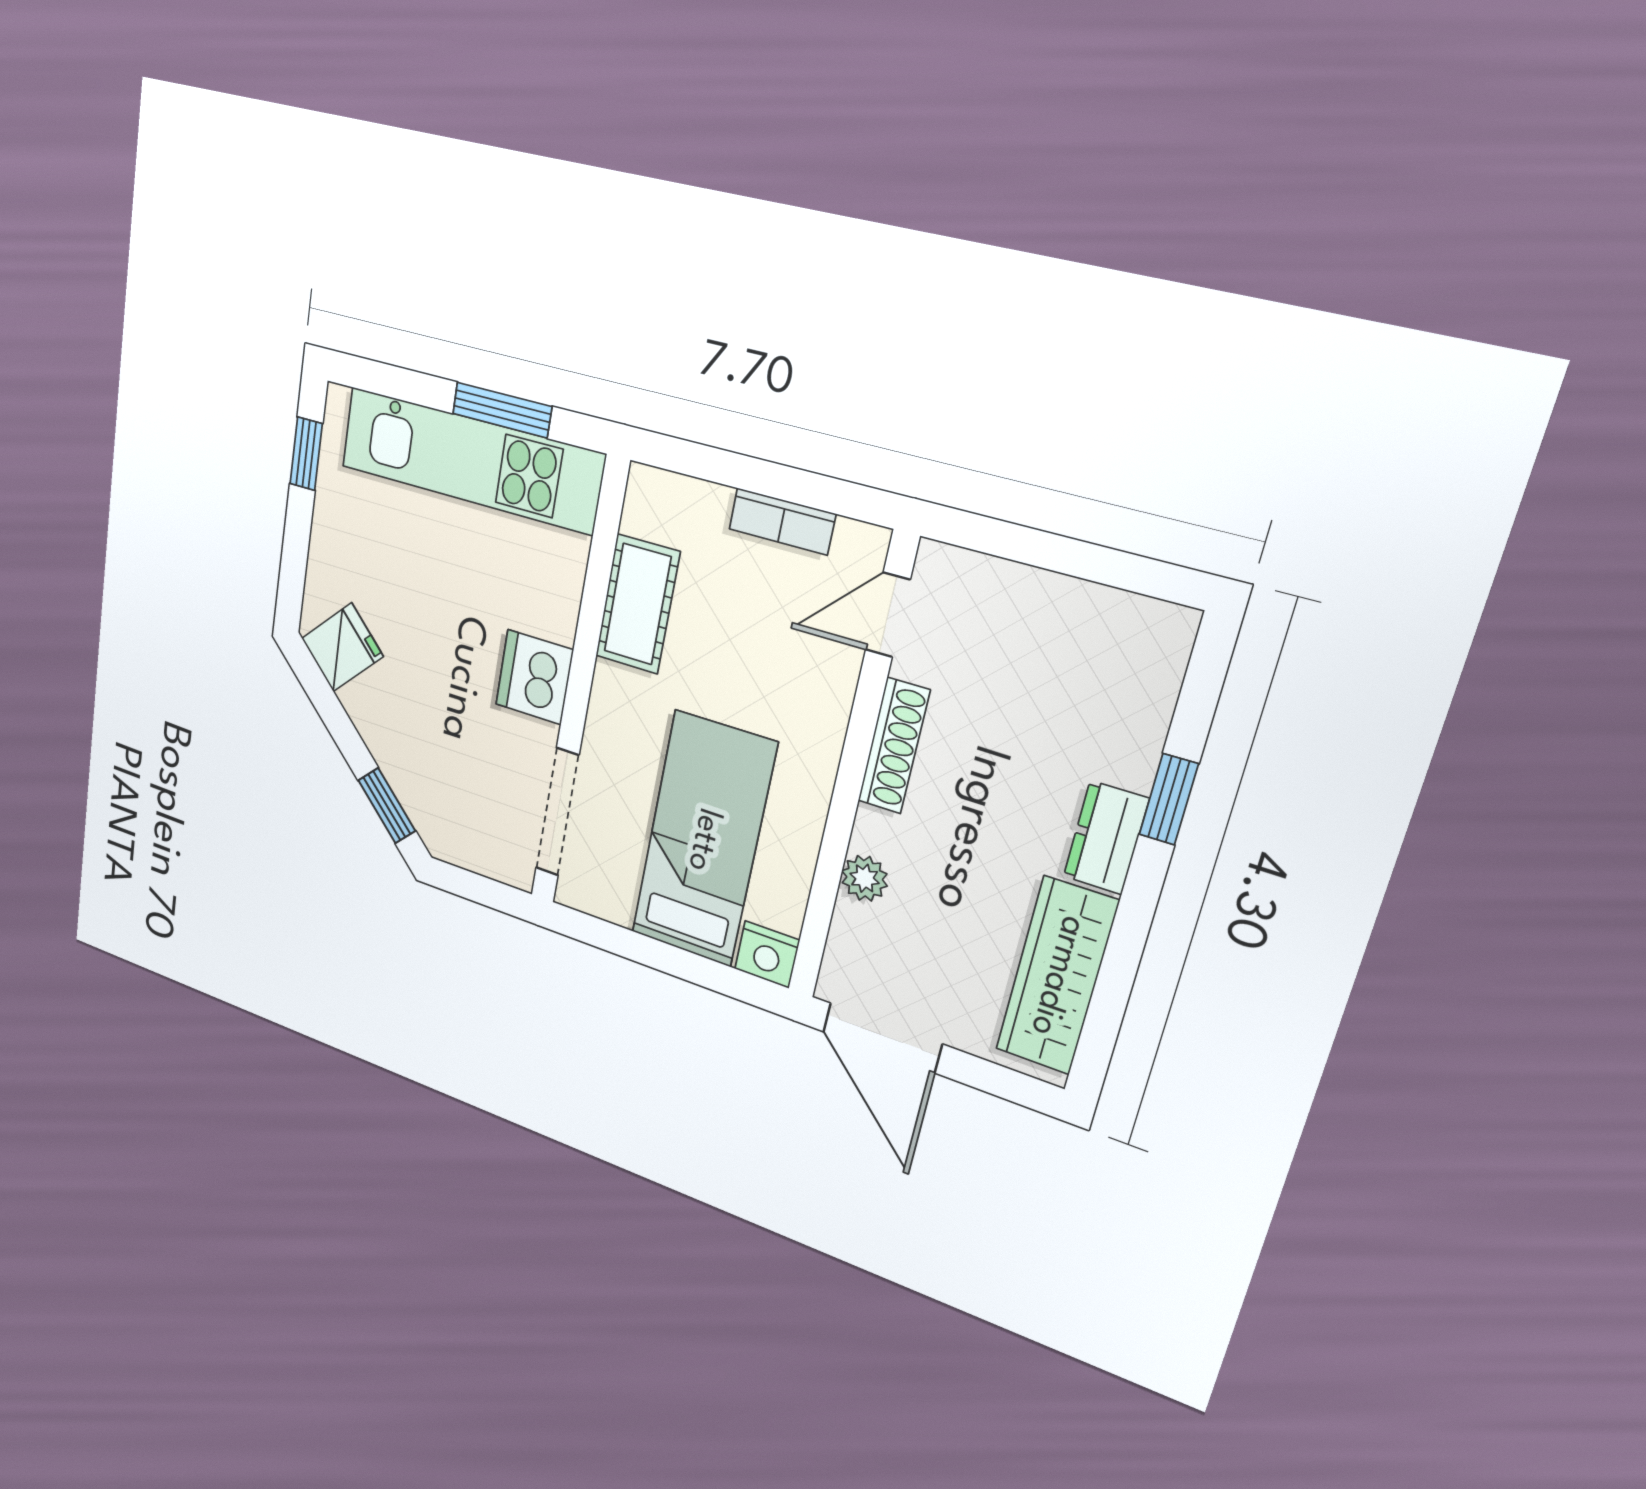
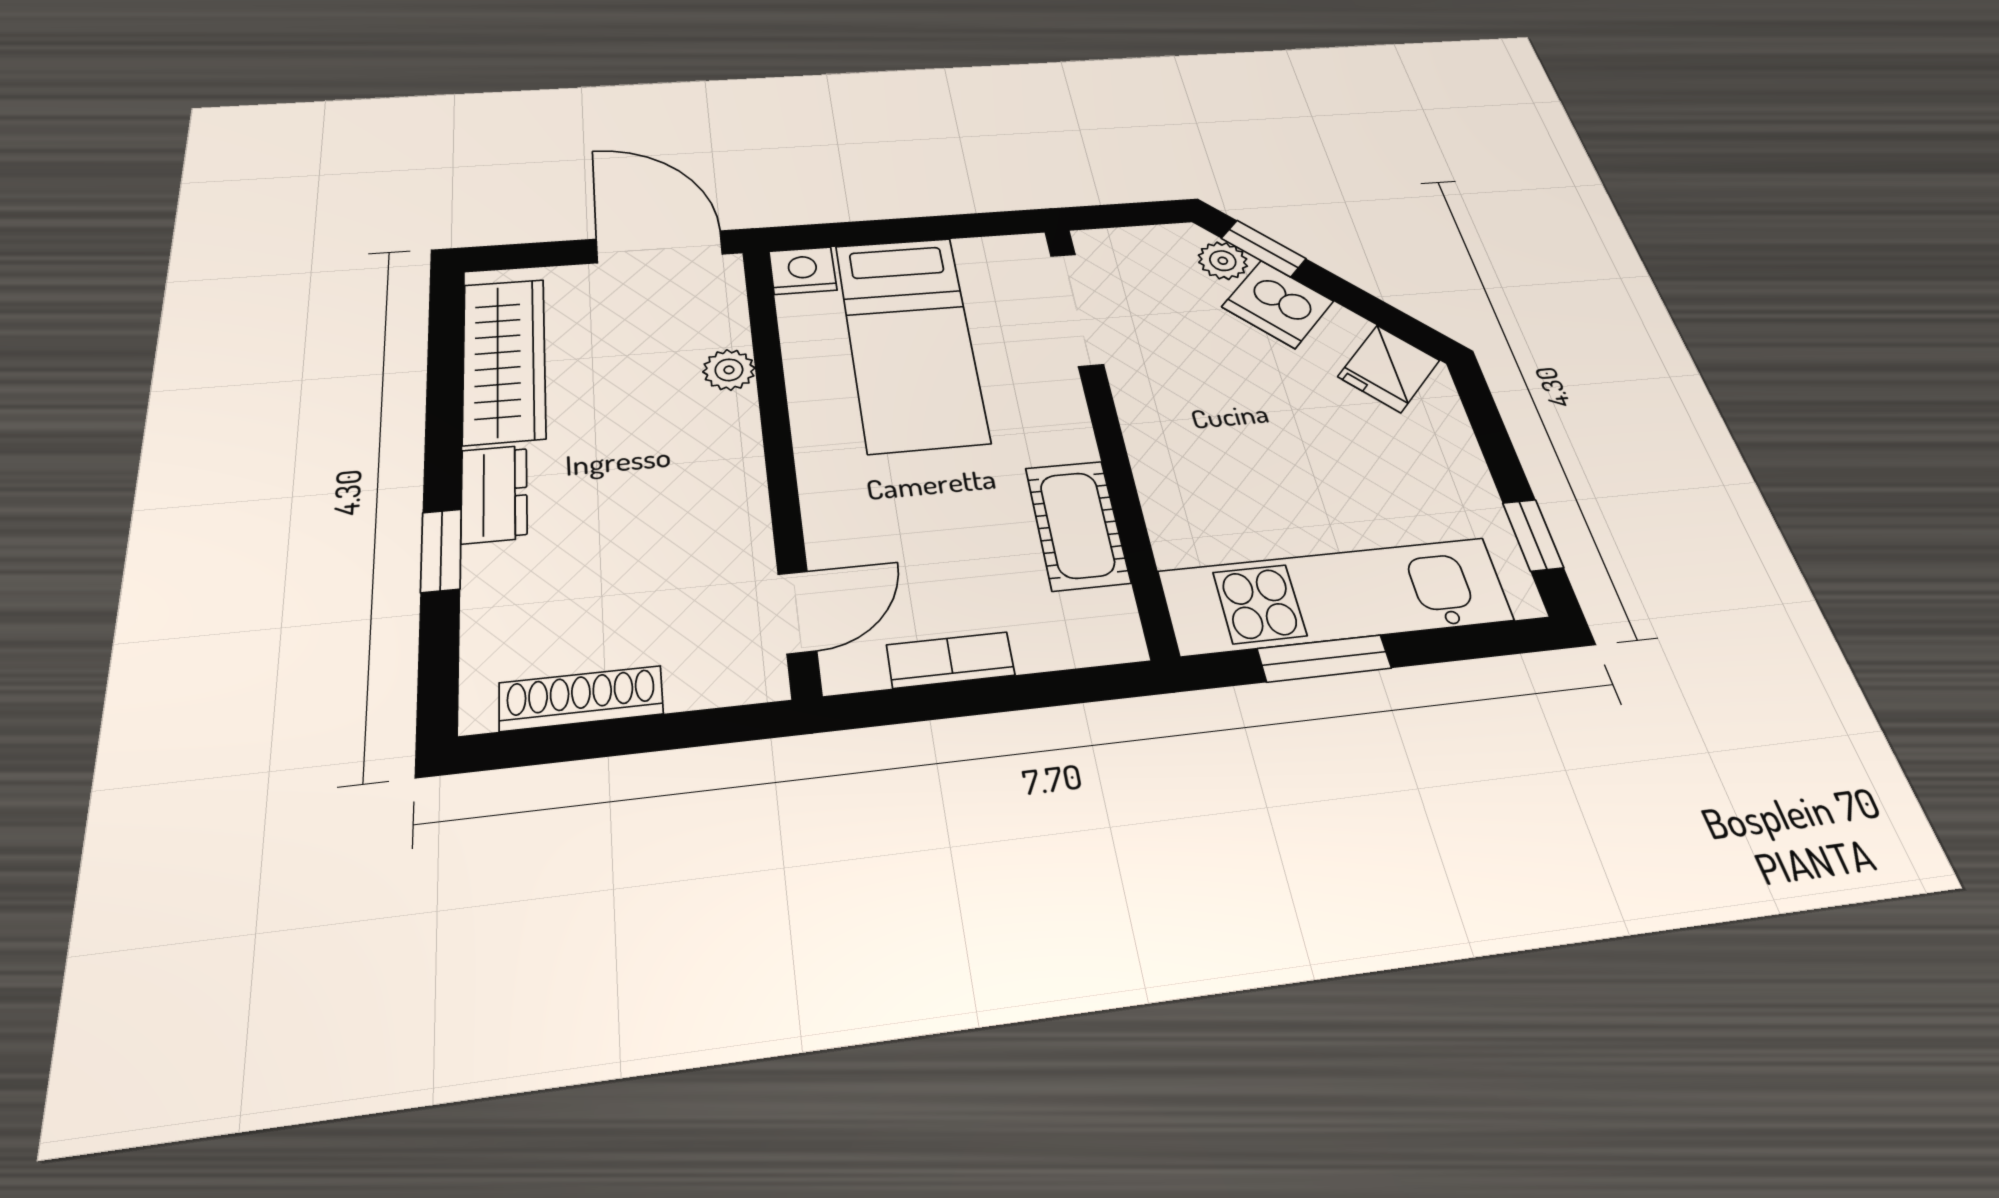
dishwasher: (534, 677) -> (1278, 304), moved, turned 135
shoe rack: (894, 746) -> (581, 698), moved, turned 90
plant: (423, 808) -> (1223, 261), added

